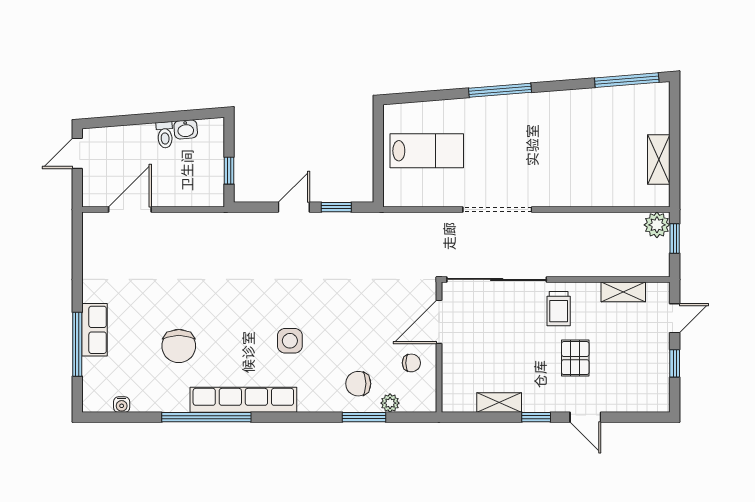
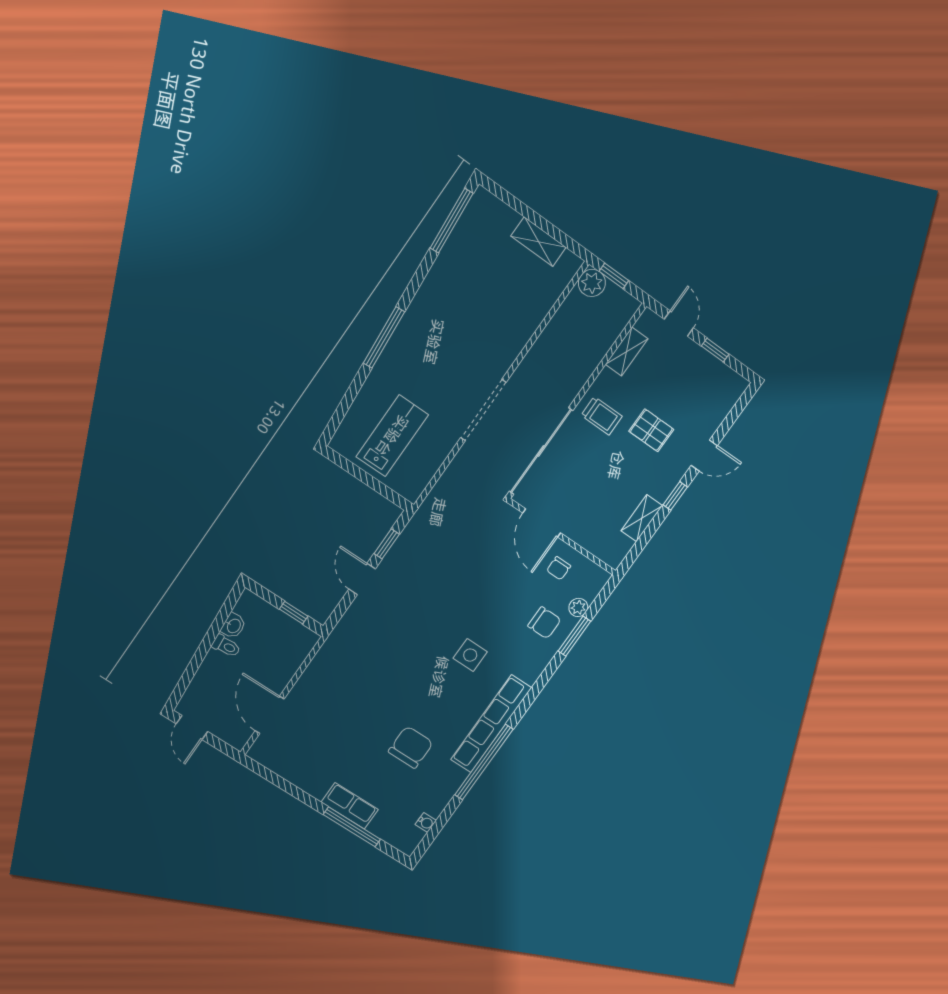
chair: (179, 346) -> (411, 747), turned -90
chair: (411, 363) -> (559, 568), turned 180
chair: (358, 384) -> (544, 623), turned -90

